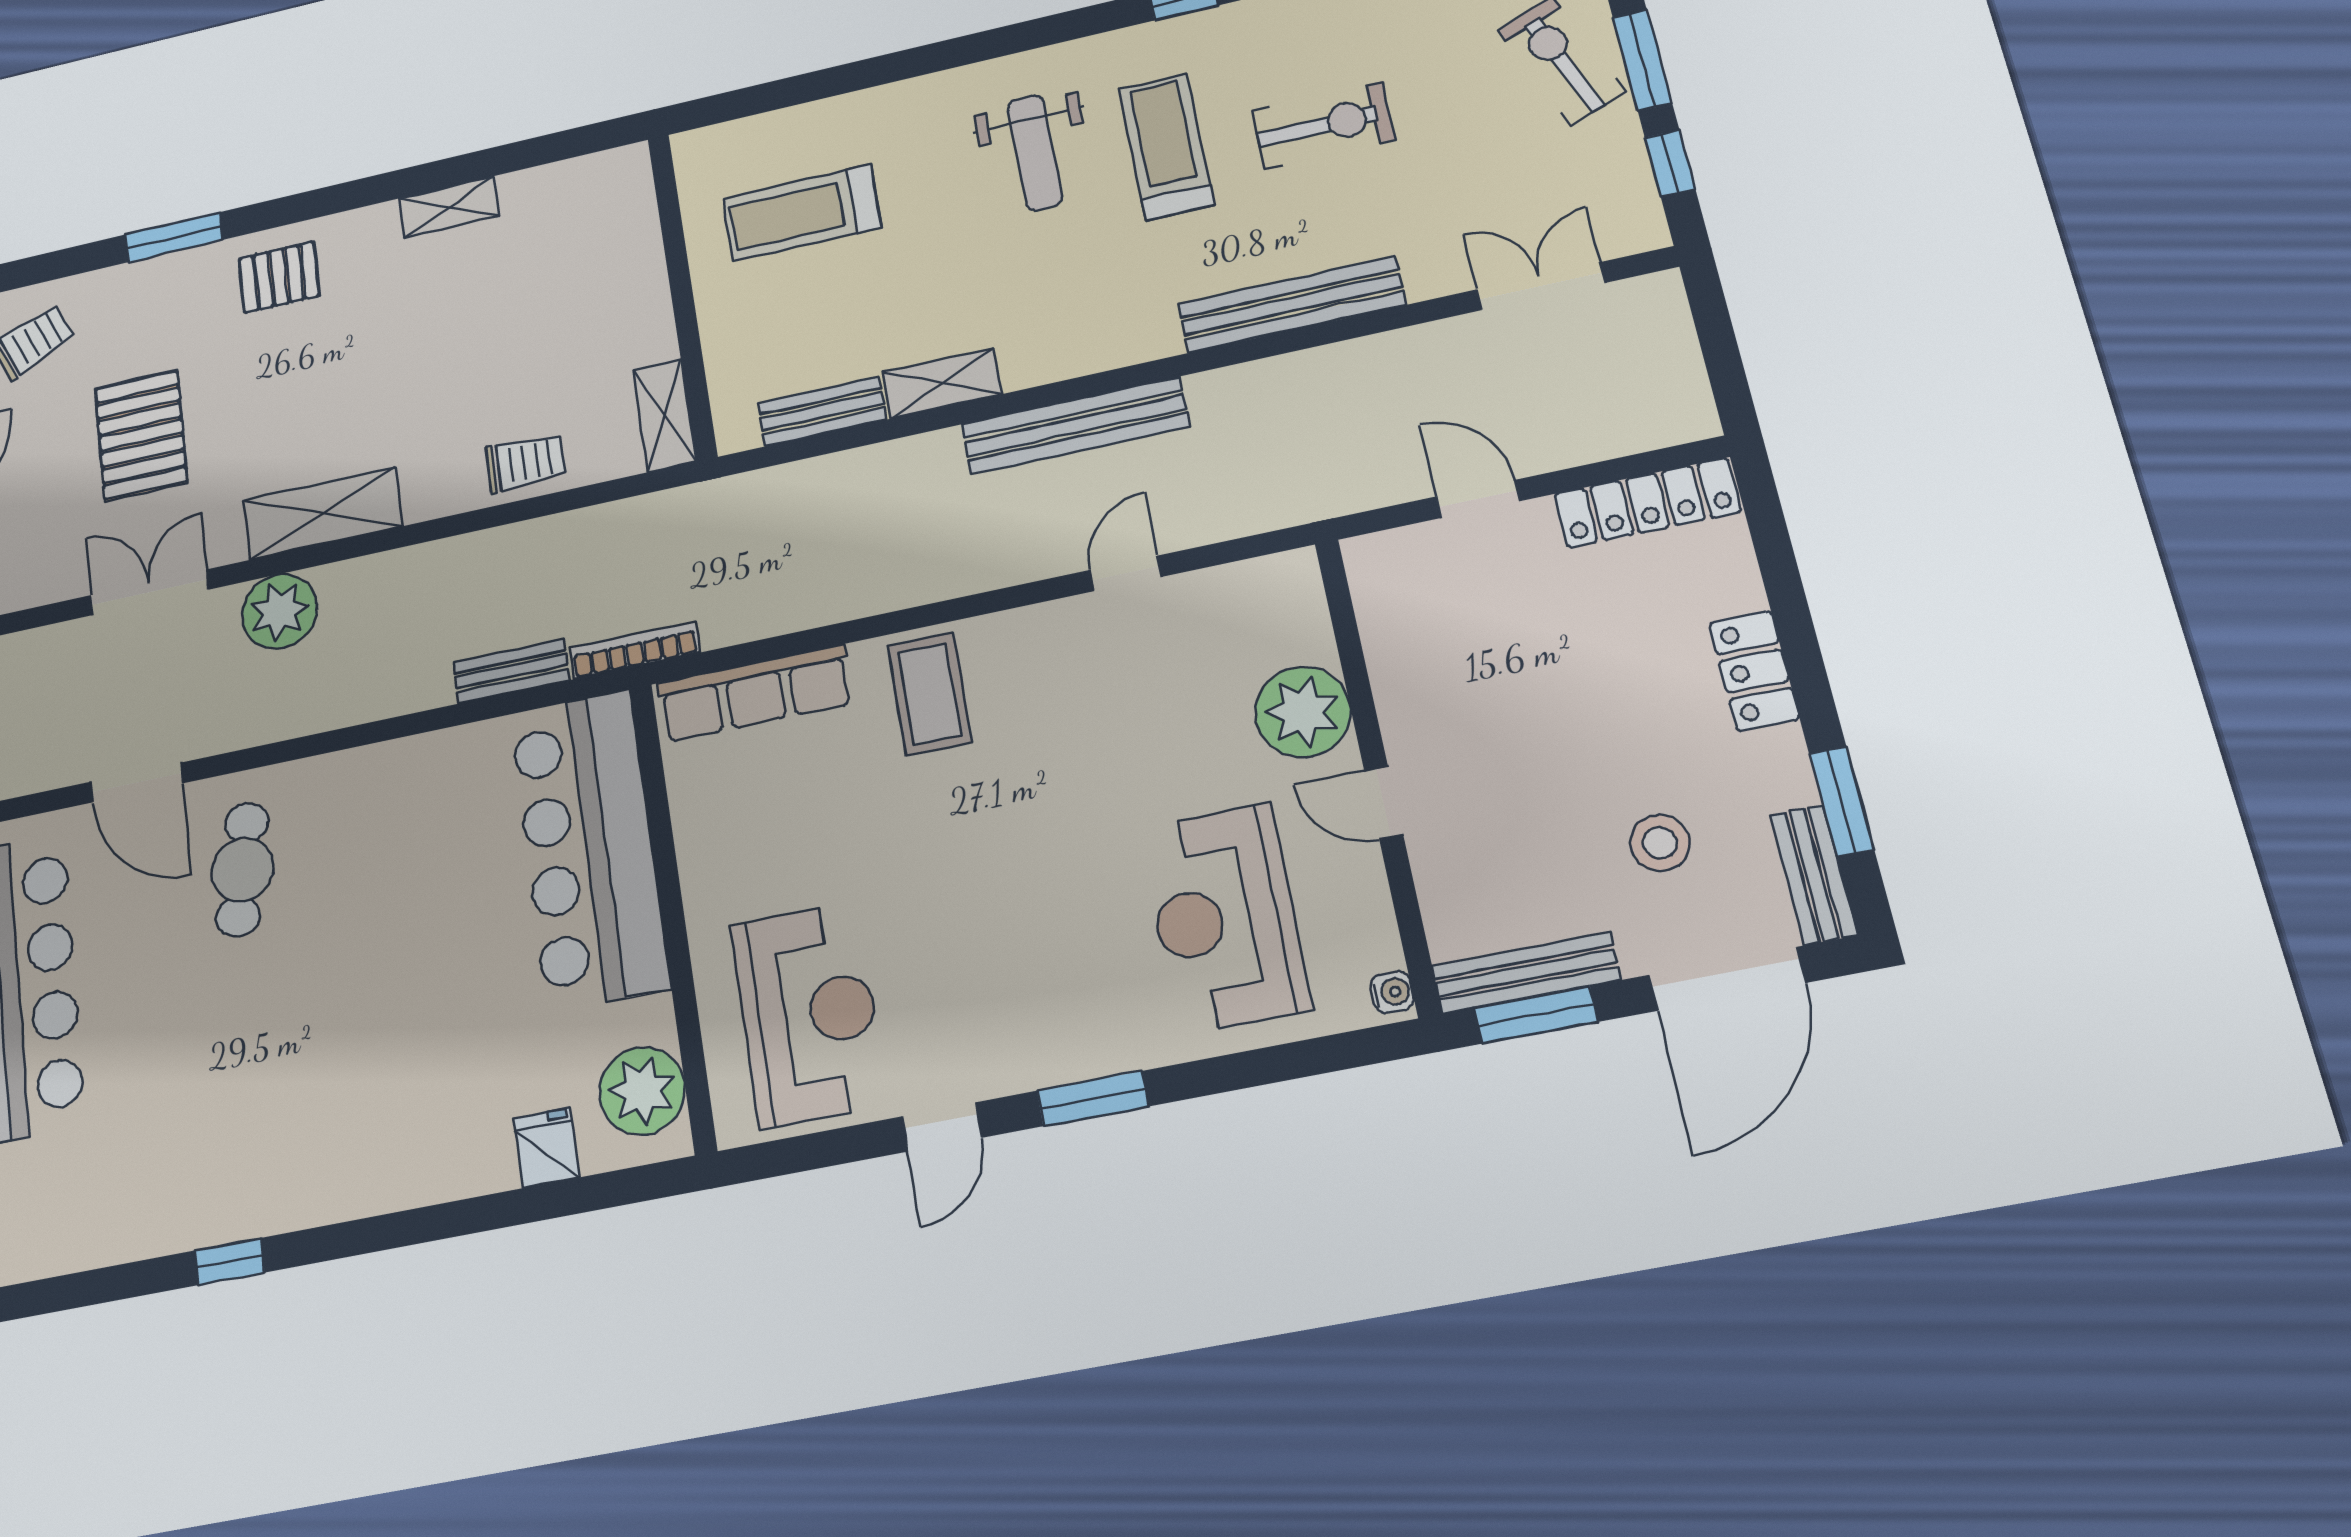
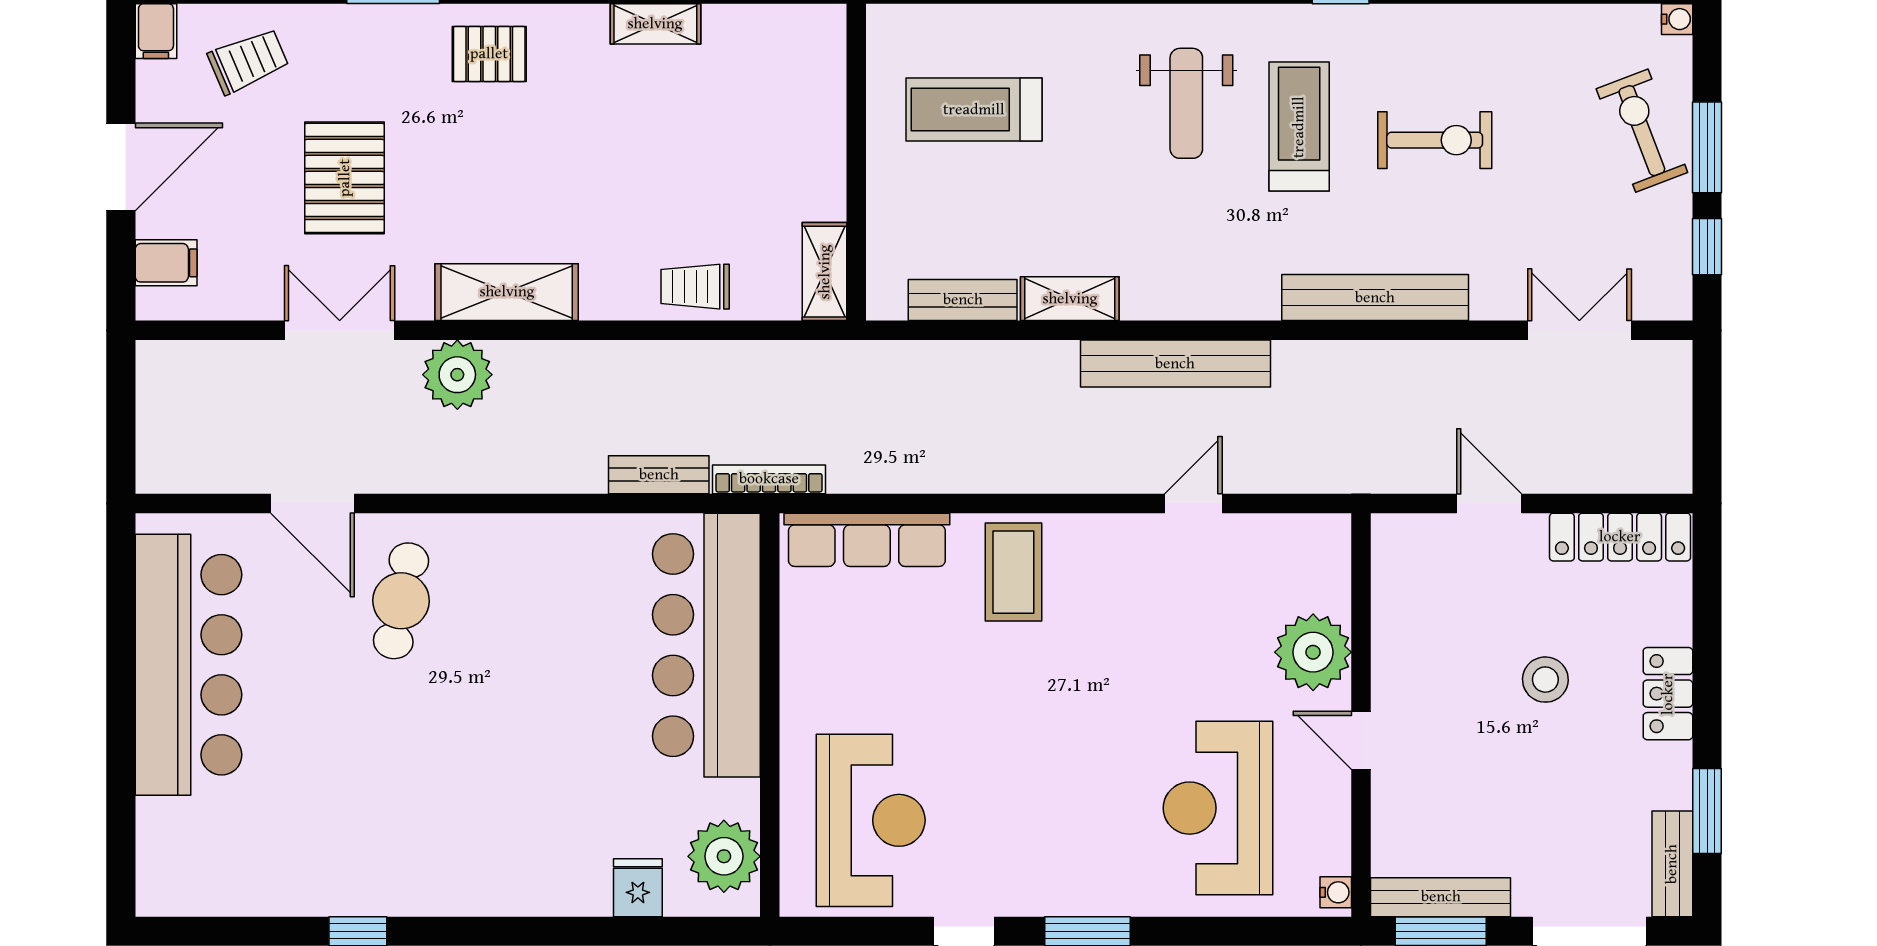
trolley: (525, 463) -> (695, 287), turned 180
stool: (1660, 843) -> (1545, 680), moved

